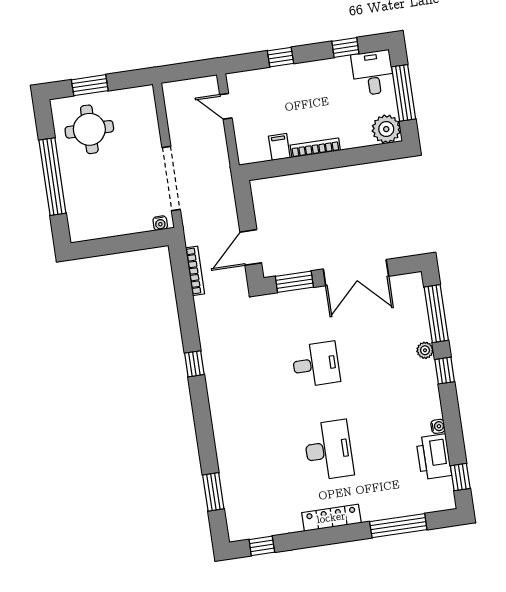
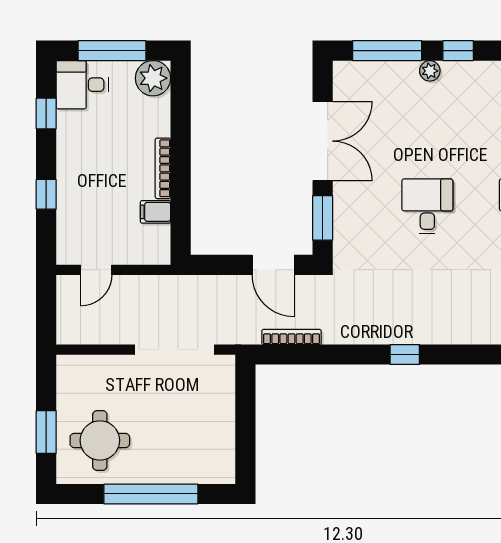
water cooler: (160, 223) -> (227, 371), removed

